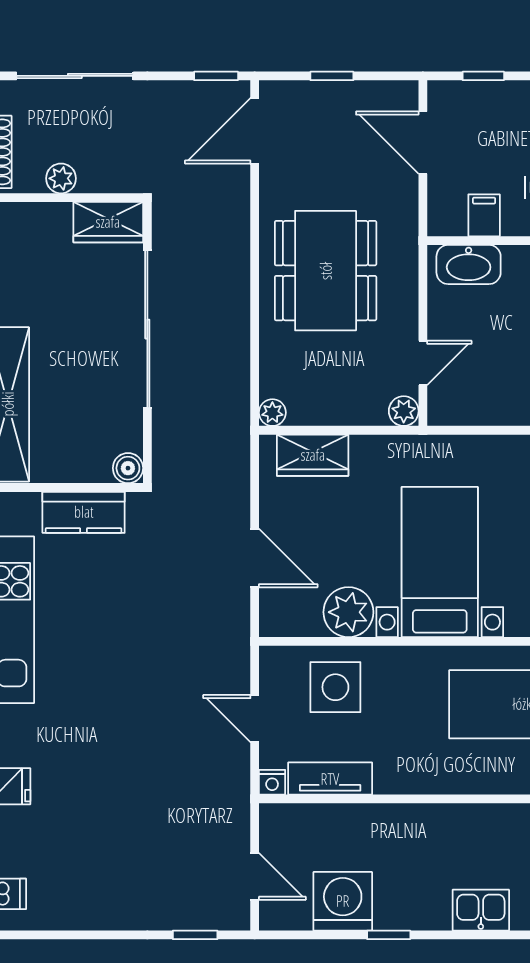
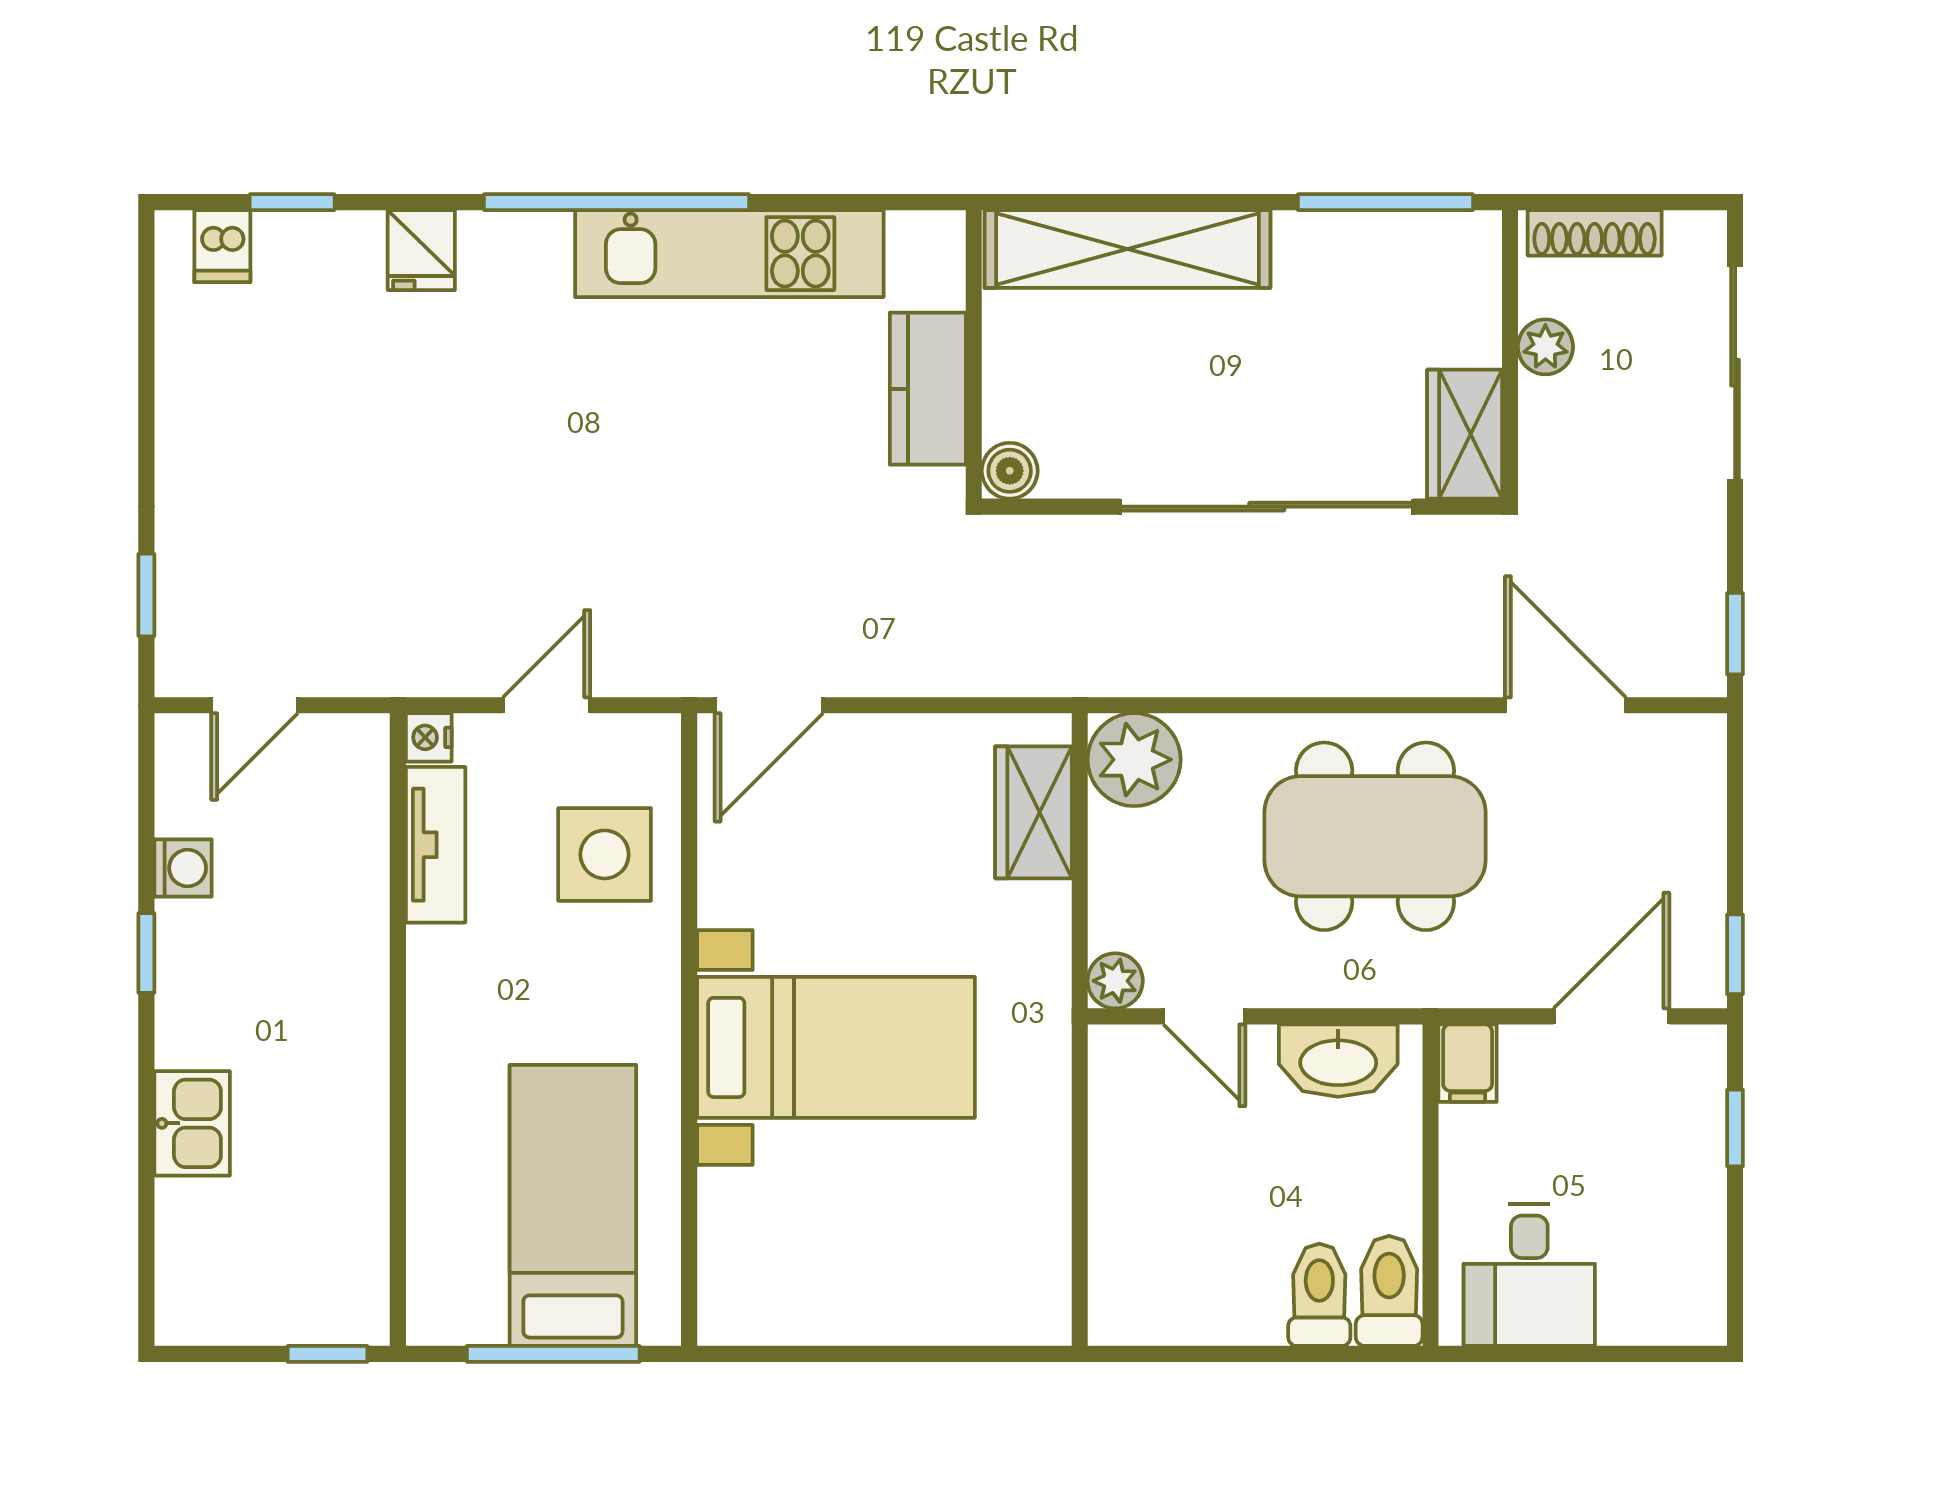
window: (332, 76) -> (1735, 954), moved
door: (255, 131) -> (1565, 705), moved
filing cabinet: (484, 215) -> (1468, 1063), moved, turned 90
washbasin: (469, 264) -> (1338, 1061), moved, turned -90
plant: (272, 413) -> (1134, 760), width x1.88, depth x1.88
door: (255, 558) -> (769, 705), moved
plant: (348, 612) -> (743, 879), removed
washing machine: (343, 901) -> (183, 868), width x0.53, depth x0.53

